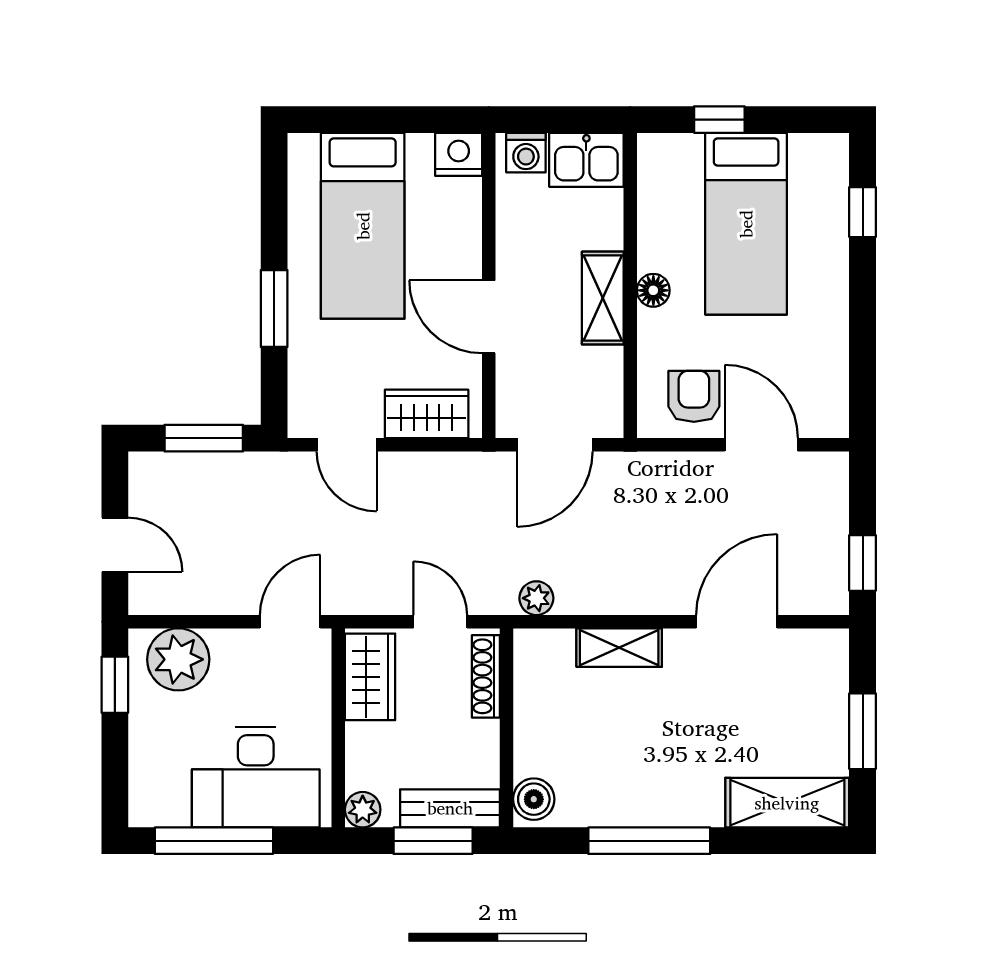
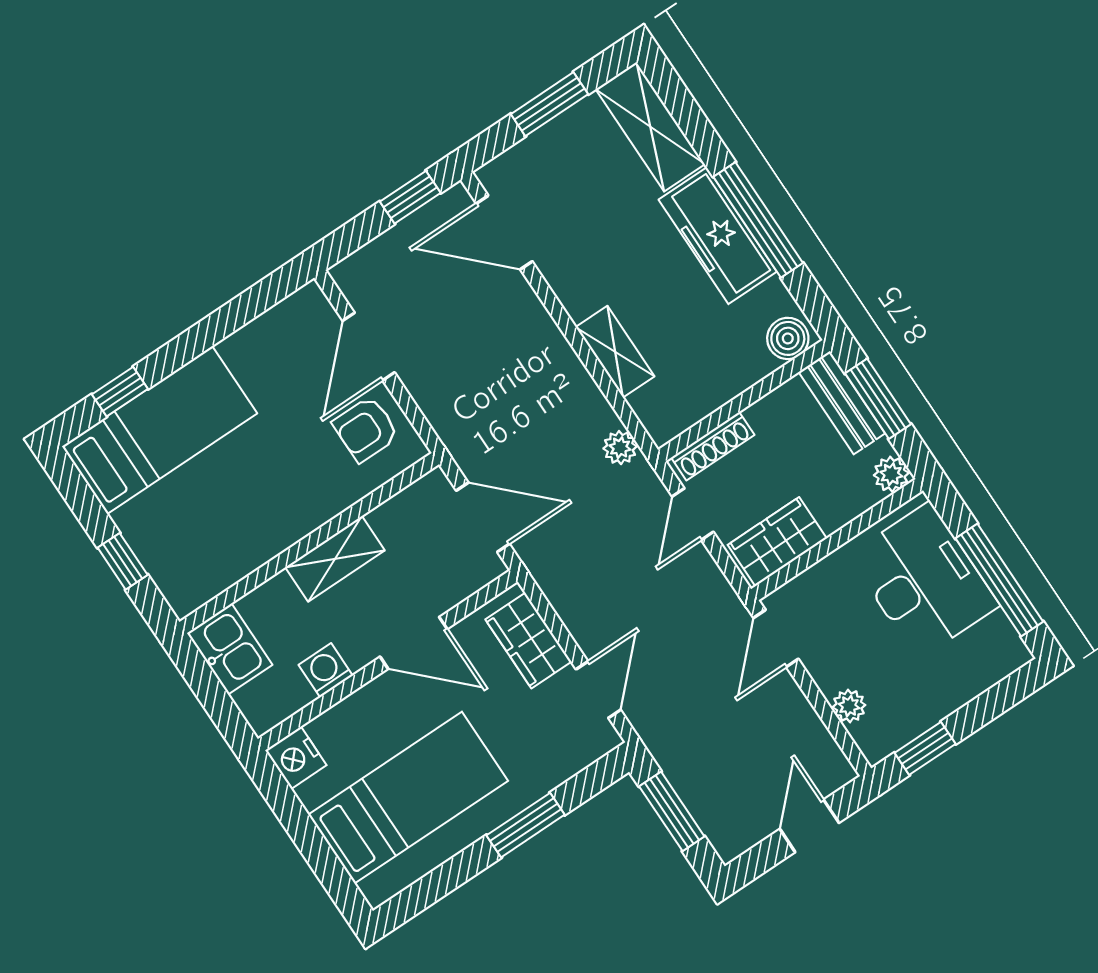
washing machine: (526, 153) -> (326, 670), moved, turned -90
bed: (746, 224) -> (160, 430), moved
floor lamp: (653, 290) -> (301, 521), removed
door: (489, 317) -> (414, 643), hinge flipped
door: (290, 622) -> (776, 638), hinge flipped
door: (737, 622) -> (504, 233), moved
plant: (178, 659) -> (849, 706), width x0.53, depth x0.53
freezer: (659, 798) -> (718, 236), added

